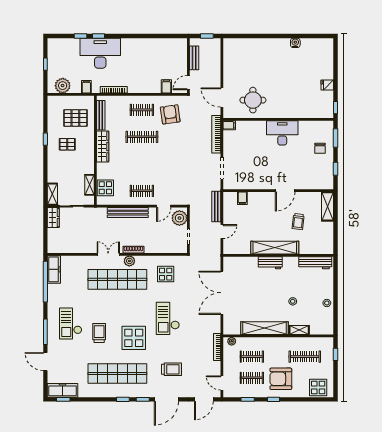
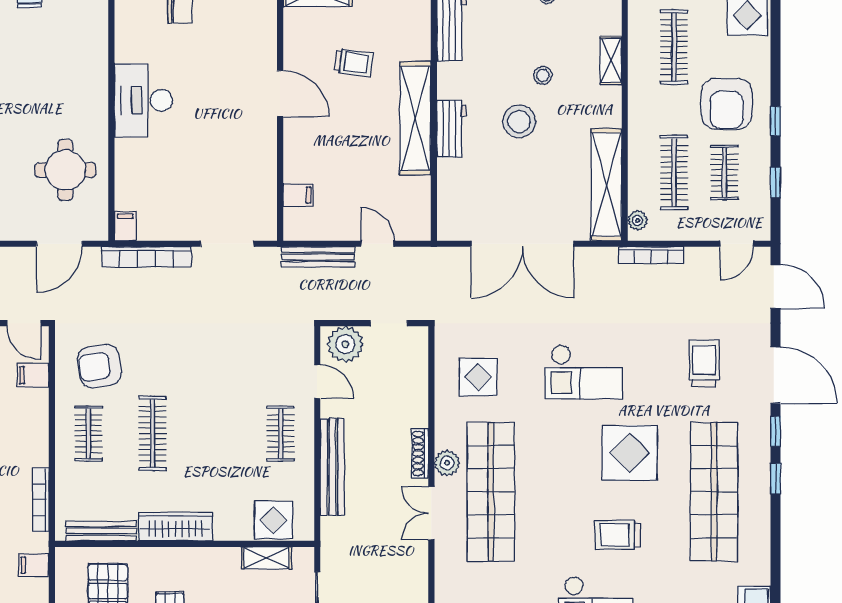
stool: (273, 291) -> (519, 121), added
shelving: (264, 328) -> (606, 185), moved
clothes rail: (252, 357) -> (674, 173), width x1.36

